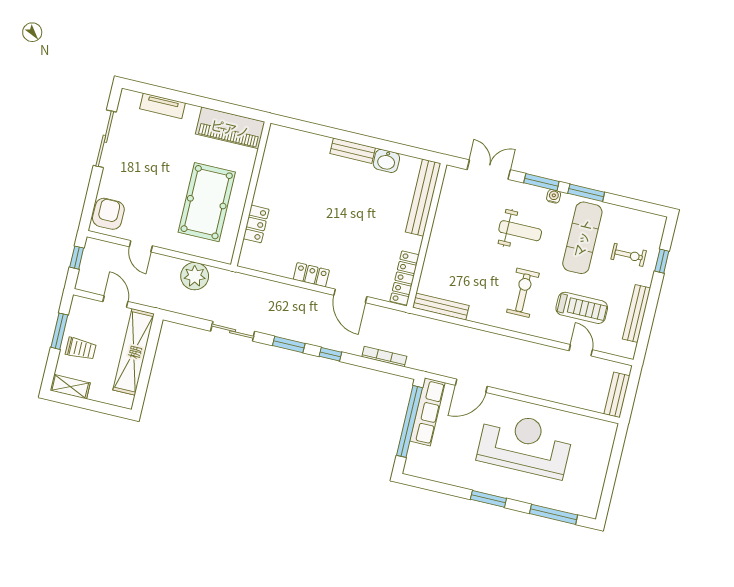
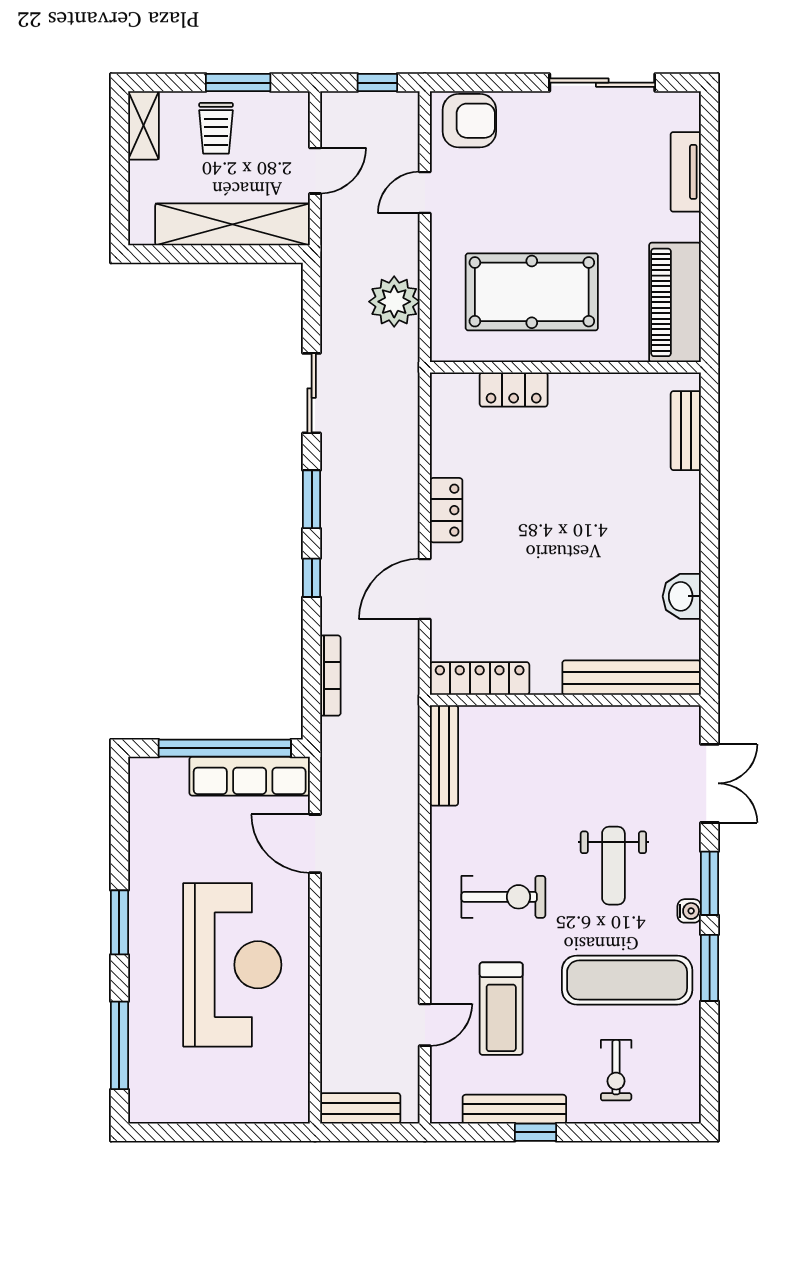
bench: (353, 151) -> (686, 431), moved
window: (662, 261) -> (536, 1132), moved

